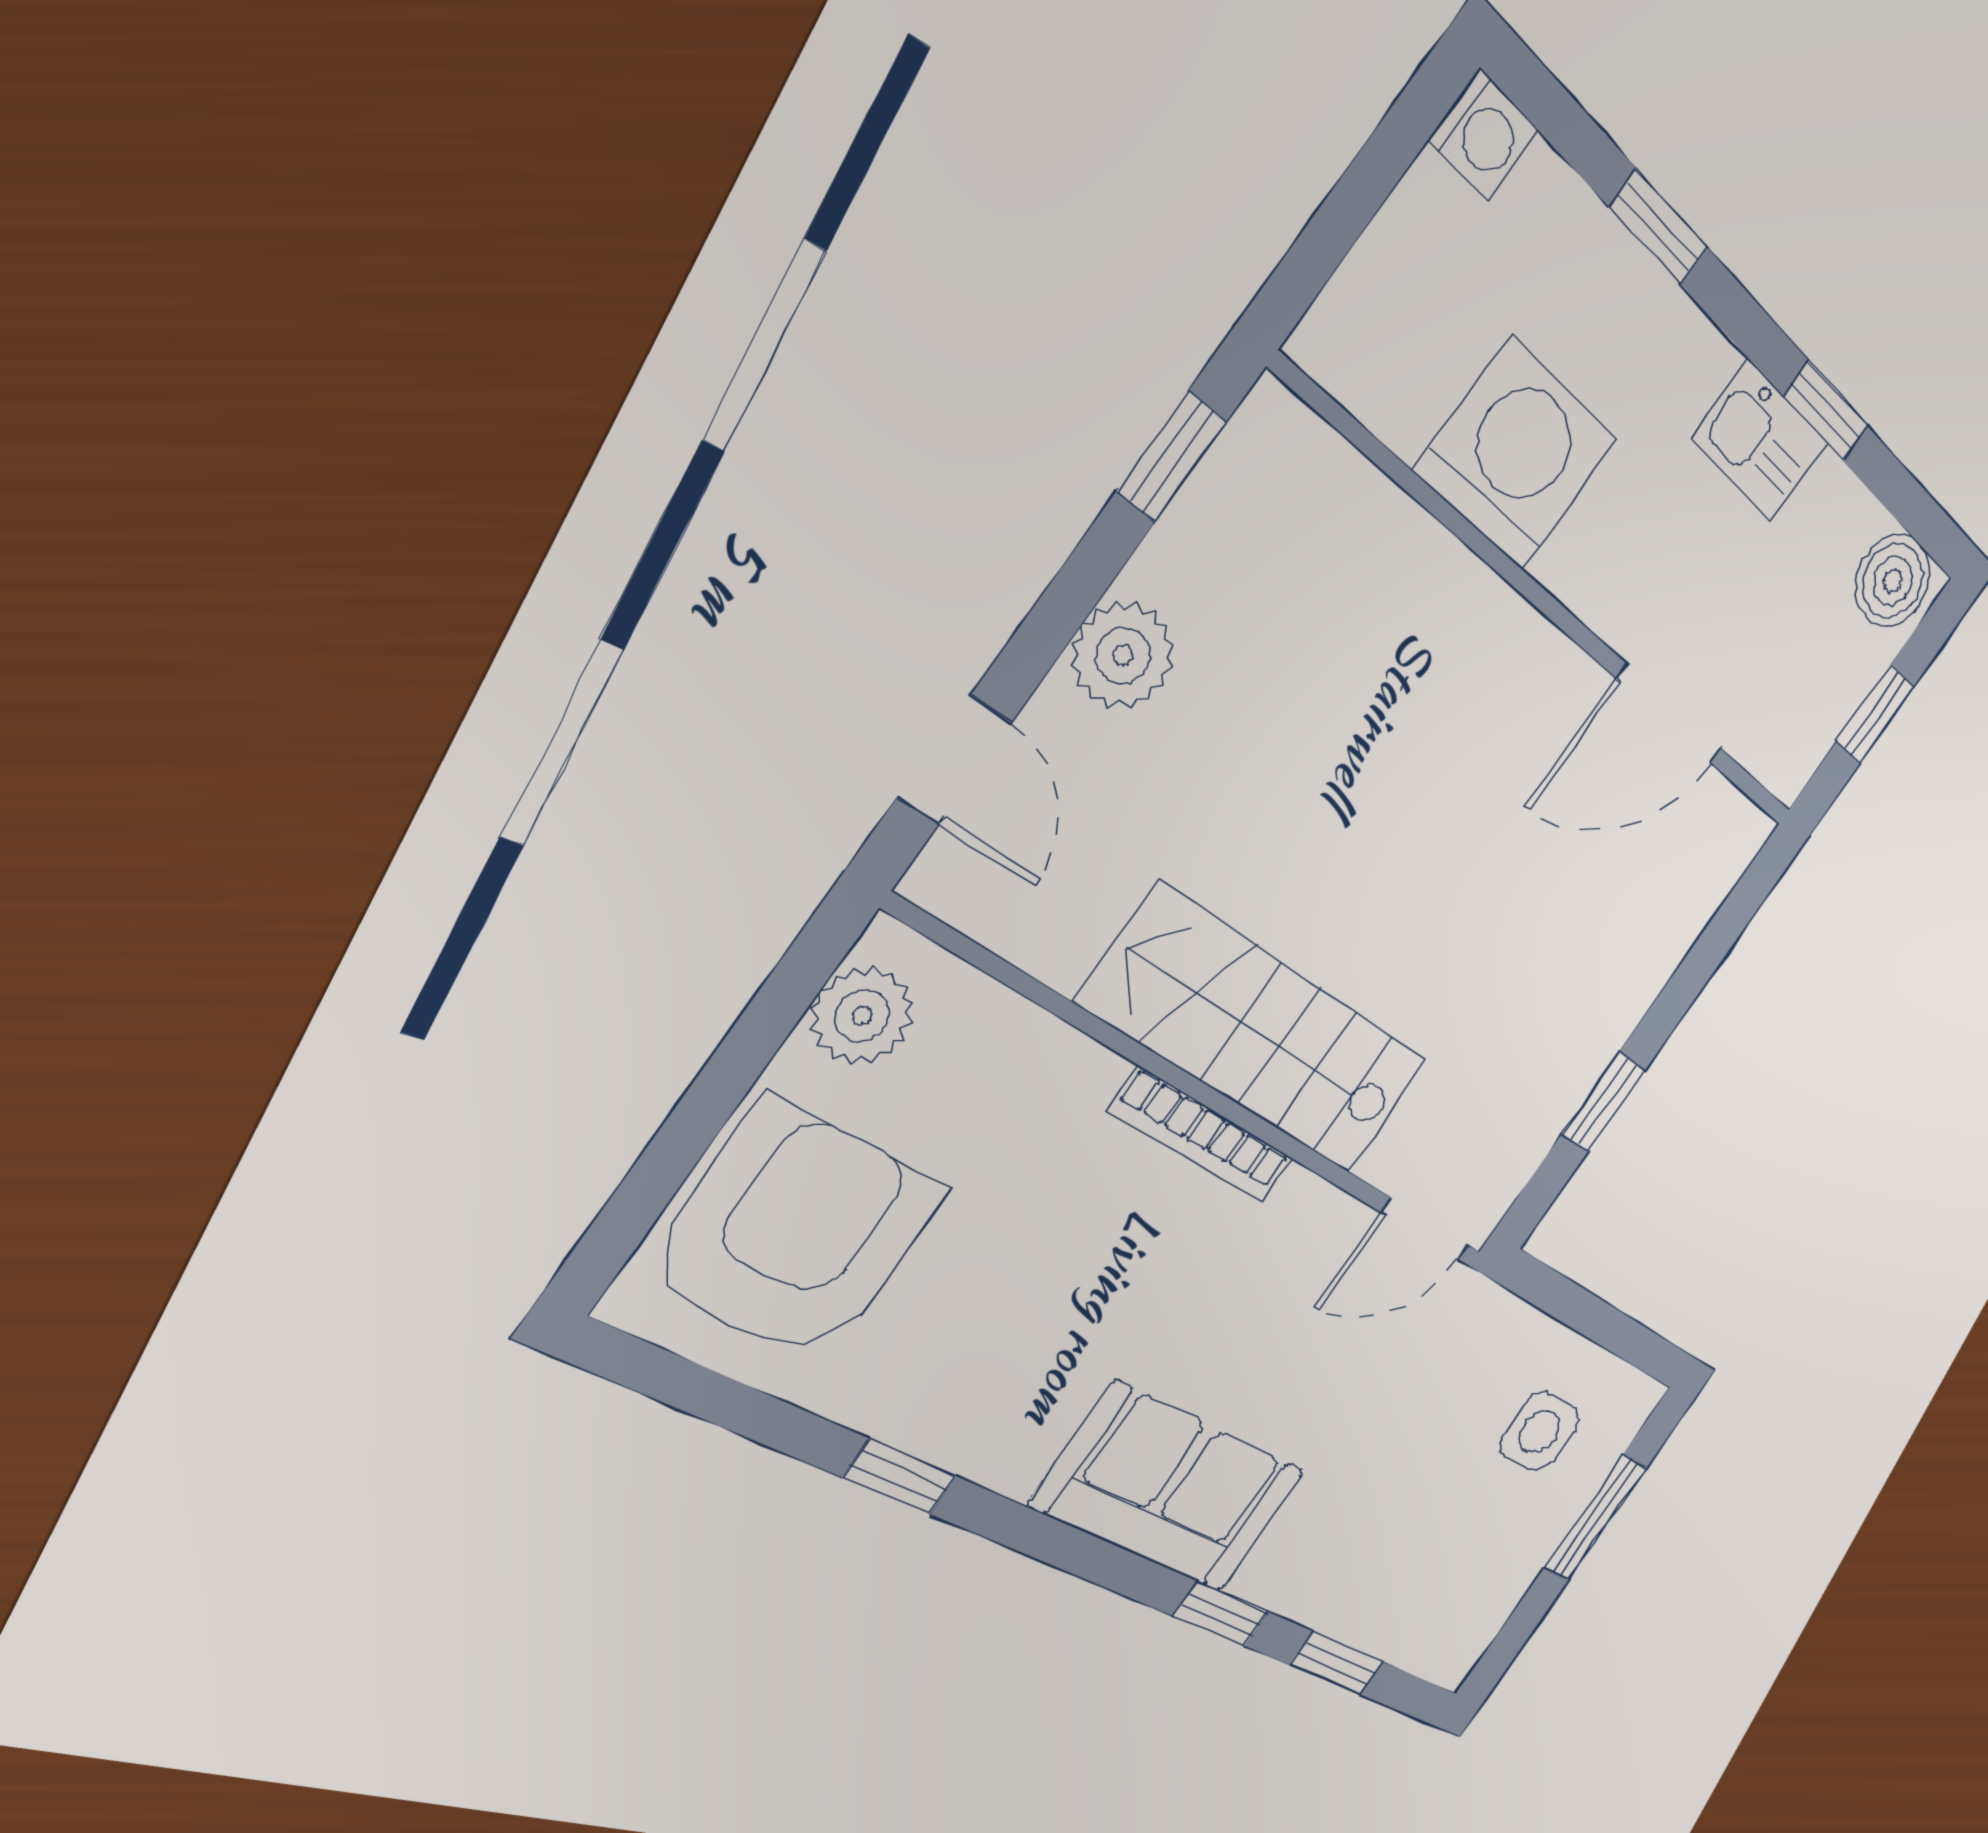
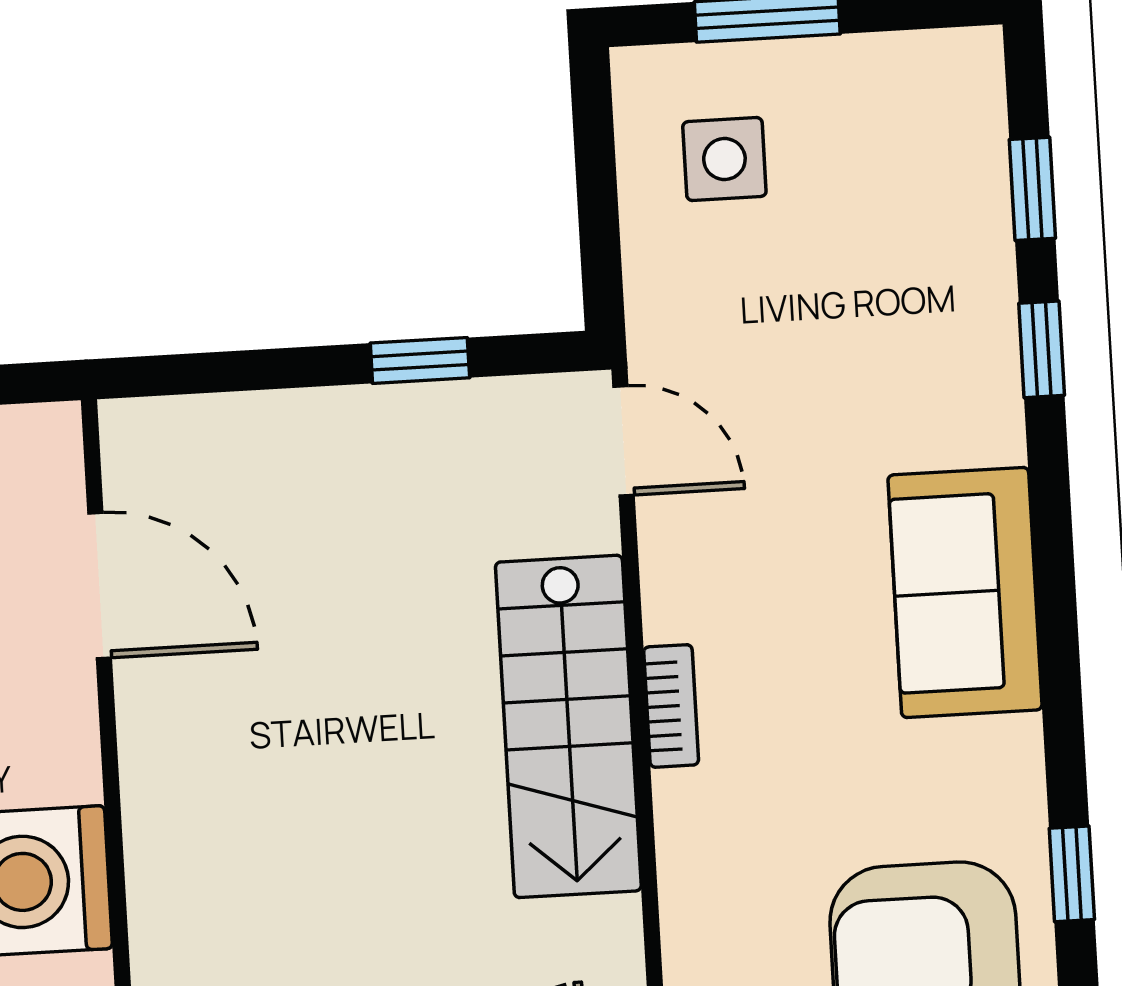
bookcase: (1202, 1135) -> (671, 706), width x0.64
window: (900, 1477) -> (1072, 874), moved
sofa: (1169, 1488) -> (965, 592), moved

